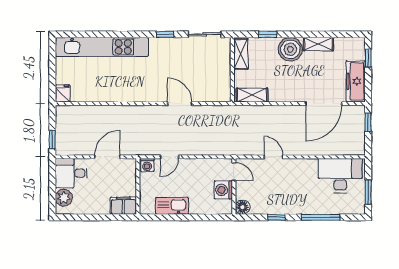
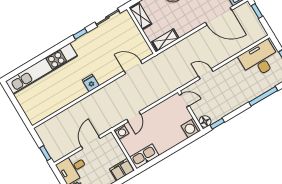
fridge: (63, 93) -> (91, 83), moved
door: (180, 104) -> (133, 67), moved
door: (324, 104) -> (219, 16), hinge flipped
washing machine: (223, 190) -> (191, 128), moved
kitchen sink: (172, 206) -> (144, 156), moved
window: (276, 217) -> (217, 124), moved

